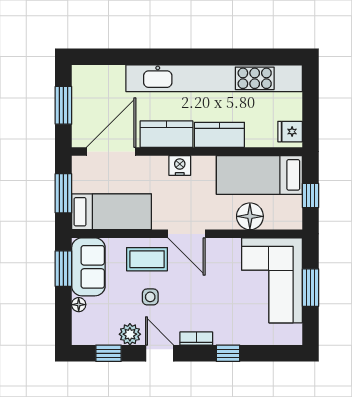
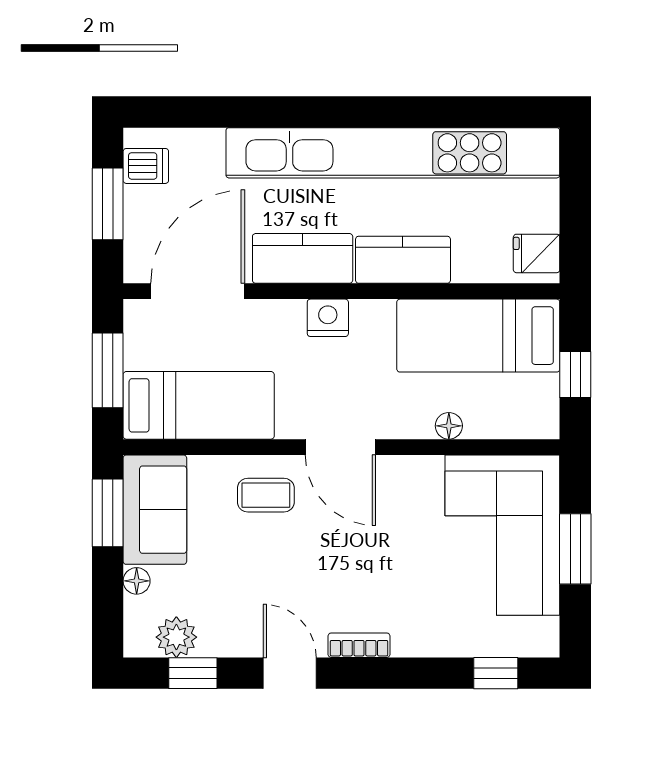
dishwasher: (84, 85) -> (146, 166), added
floor lamp: (250, 216) -> (449, 426), width x0.53, depth x0.53
coffee table: (147, 259) -> (266, 495), width x0.73, depth x0.77
side table: (150, 297) -> (272, 567), removed
plant: (130, 334) -> (176, 637), moved
window: (228, 353) -> (496, 673), moved

